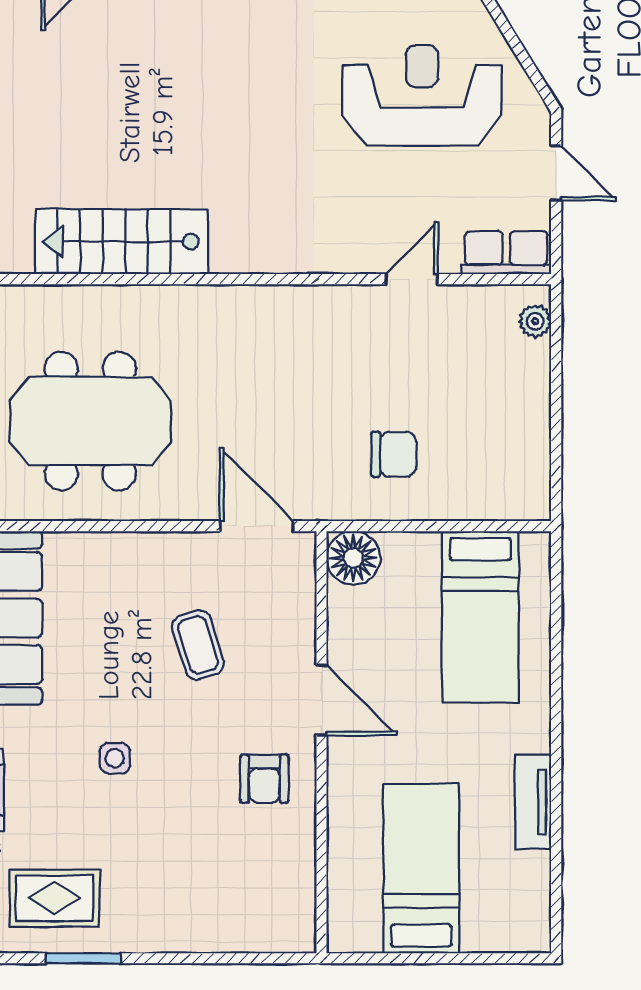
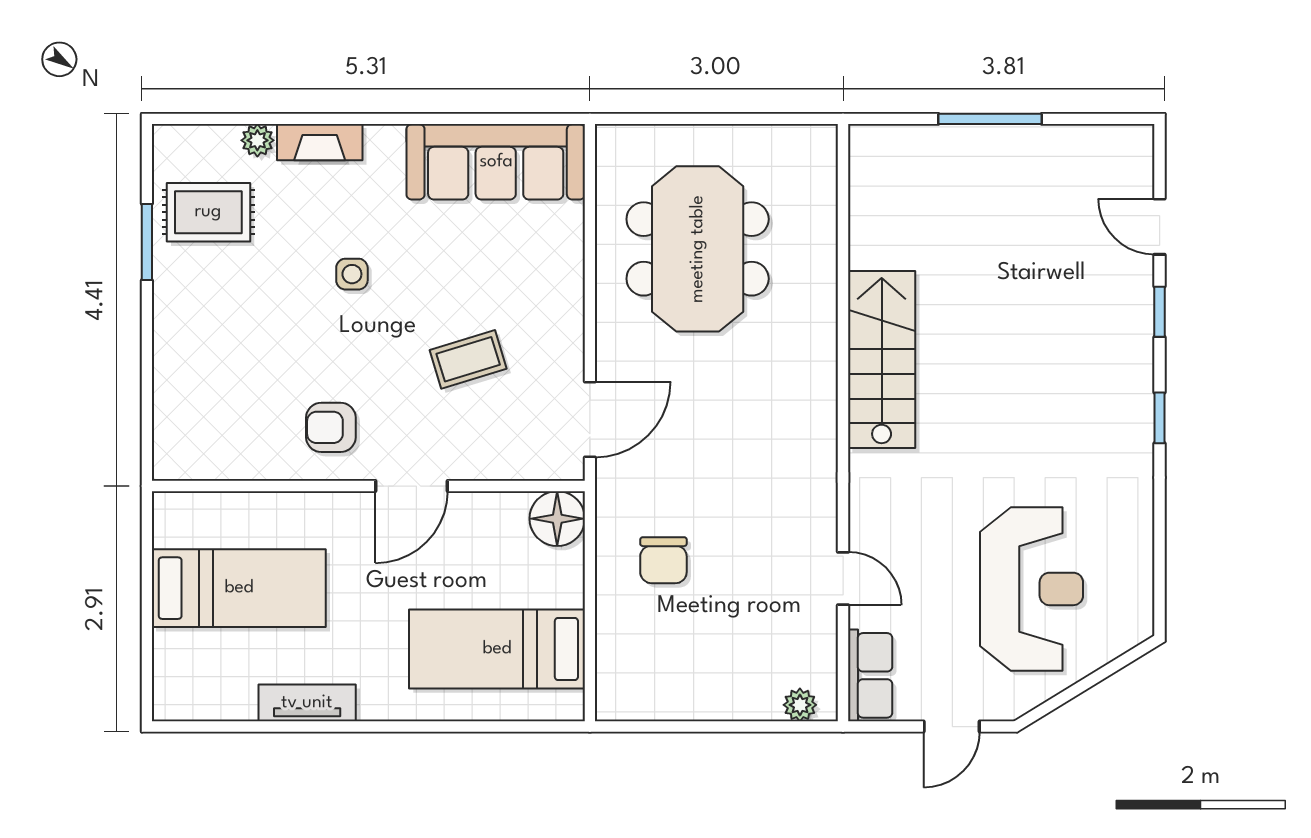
stairs: (122, 242) -> (882, 359), moved
rug: (54, 898) -> (208, 212), turned 90

